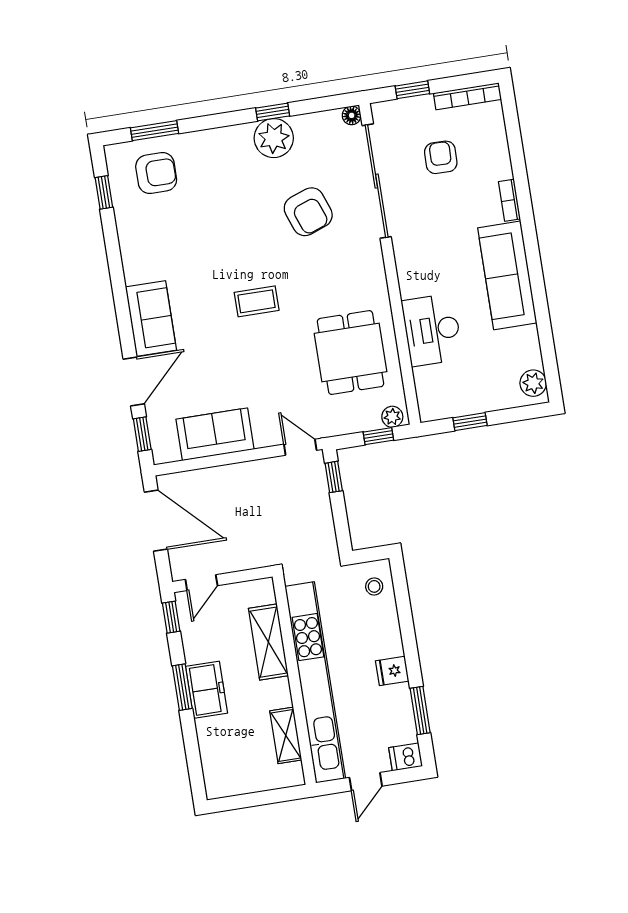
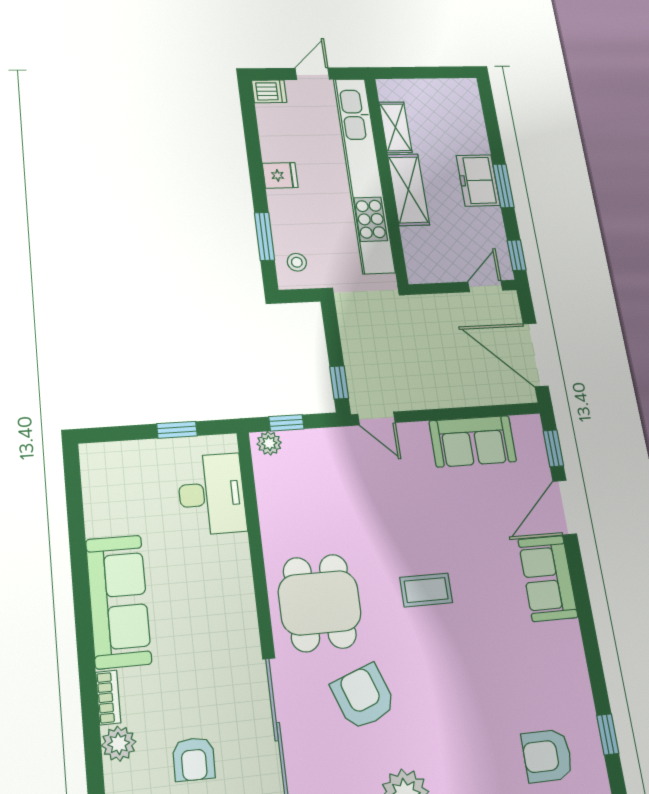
desk: (432, 330) -> (212, 494), moved
dining table: (351, 353) -> (320, 603), moved
plant: (533, 383) -> (119, 744), moved
shelving: (268, 642) -> (408, 190), moved
window: (420, 710) -> (264, 236), moved

